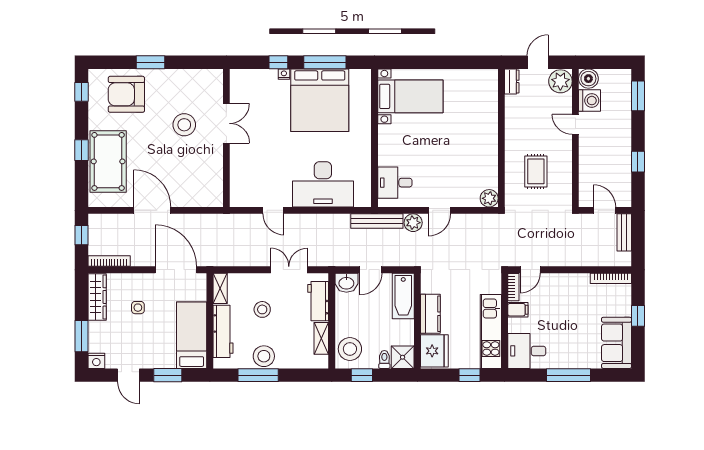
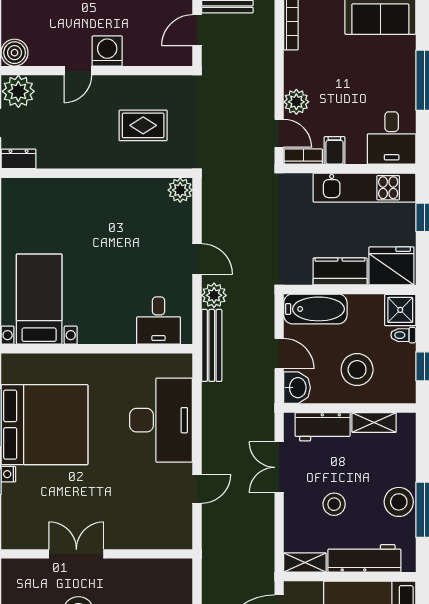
washing machine: (590, 101) -> (107, 51), moved
plant: (553, 282) -> (296, 102), added
stool: (350, 349) -> (357, 370), moved

